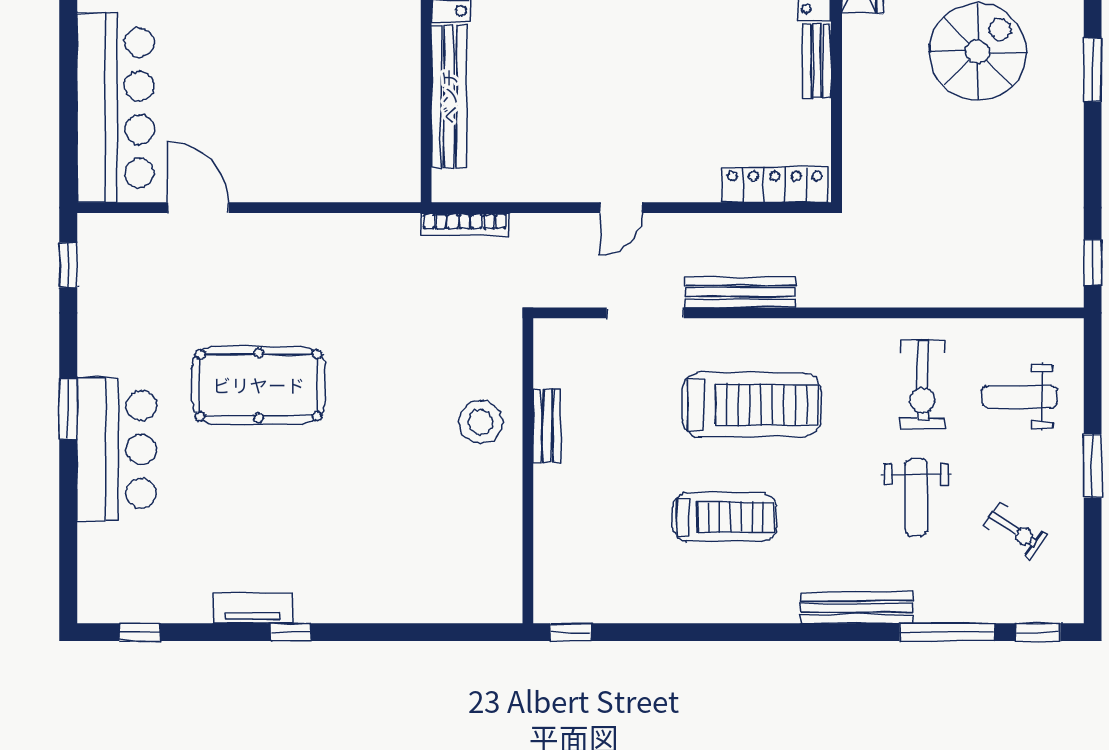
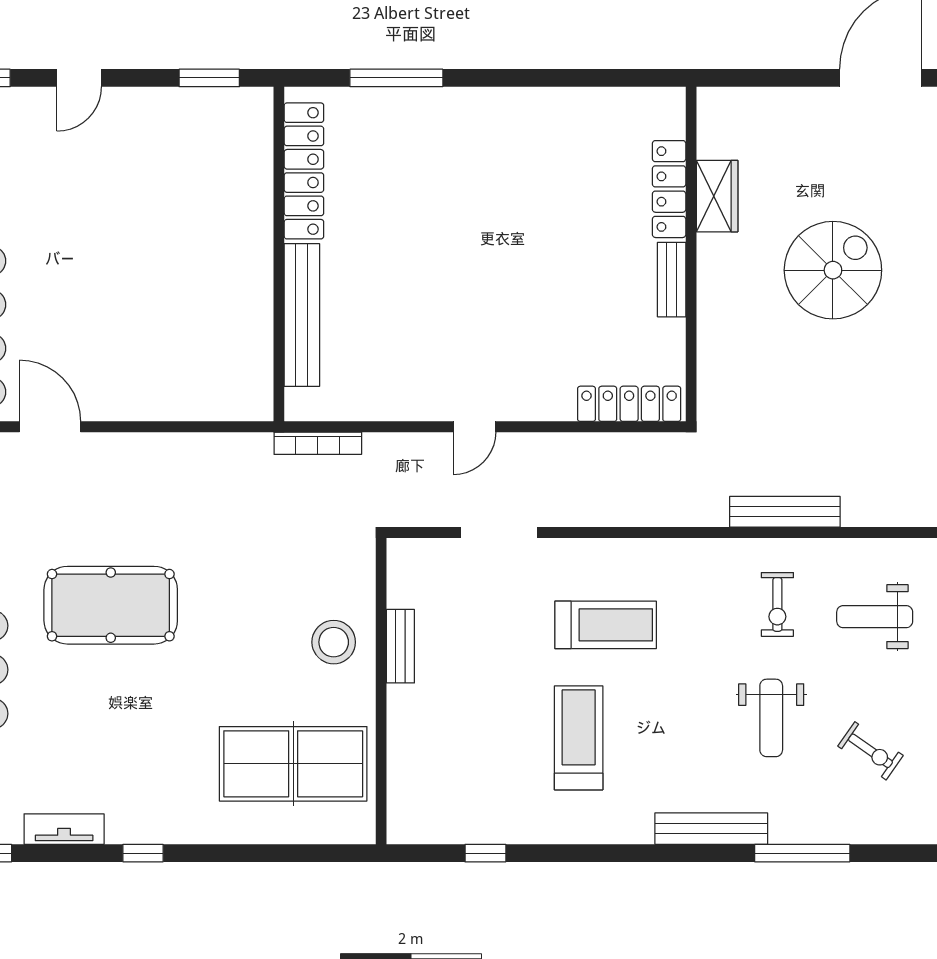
bench: (740, 292) -> (785, 512), moved
exercise bike: (922, 385) -> (777, 604), width x0.73, depth x0.72
treadmill: (751, 405) -> (606, 625), width x0.73, depth x0.73
treadmill: (724, 517) -> (579, 738), turned -90
table tennis table: (440, 543) -> (293, 764), added
tv unit: (253, 608) -> (64, 829), moved
window: (571, 632) -> (485, 853), moved
window: (1038, 632) -> (893, 853), removed

